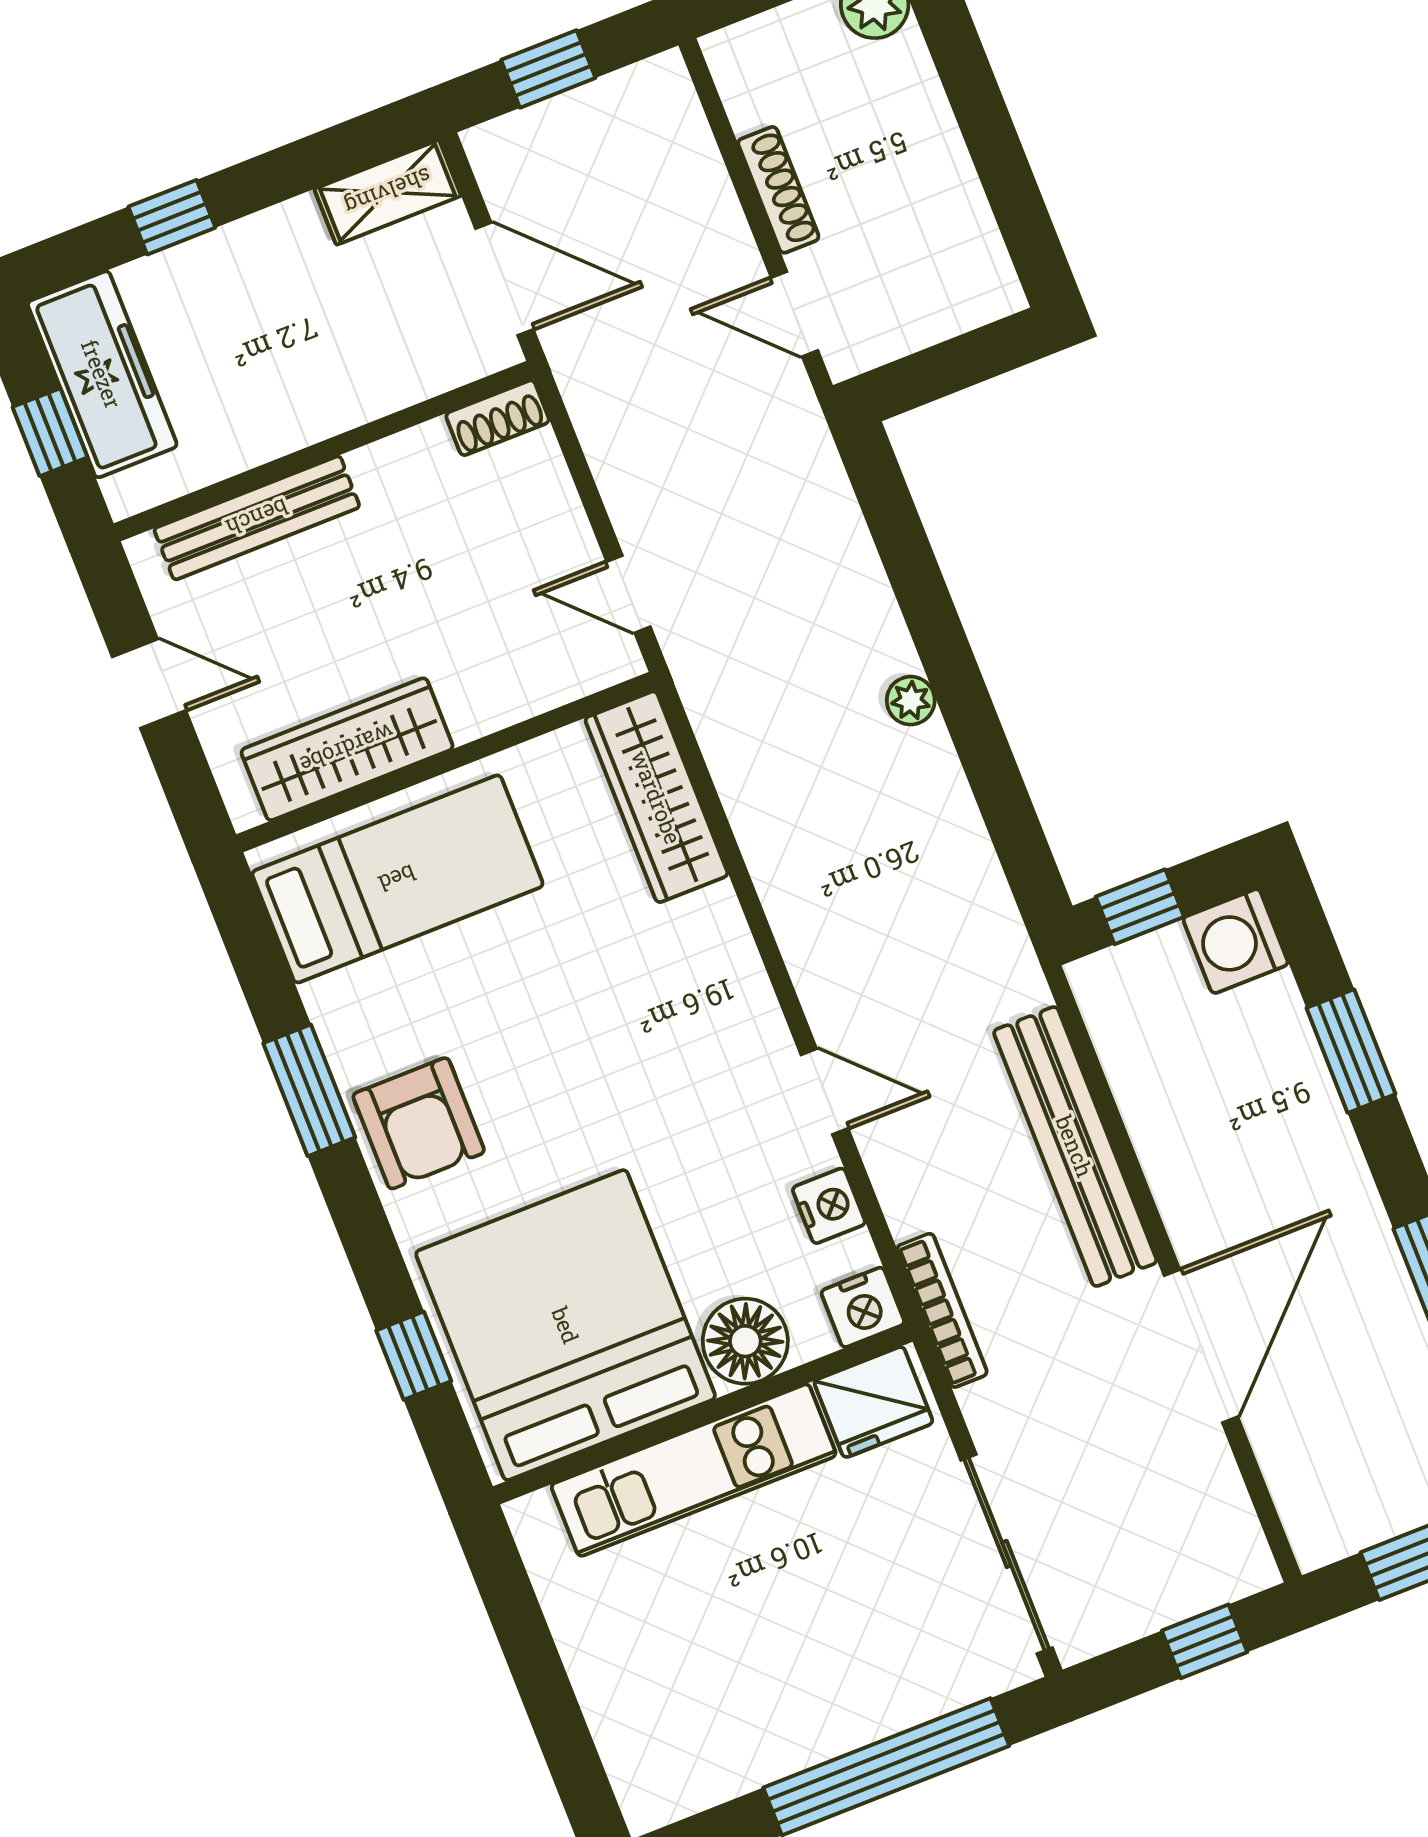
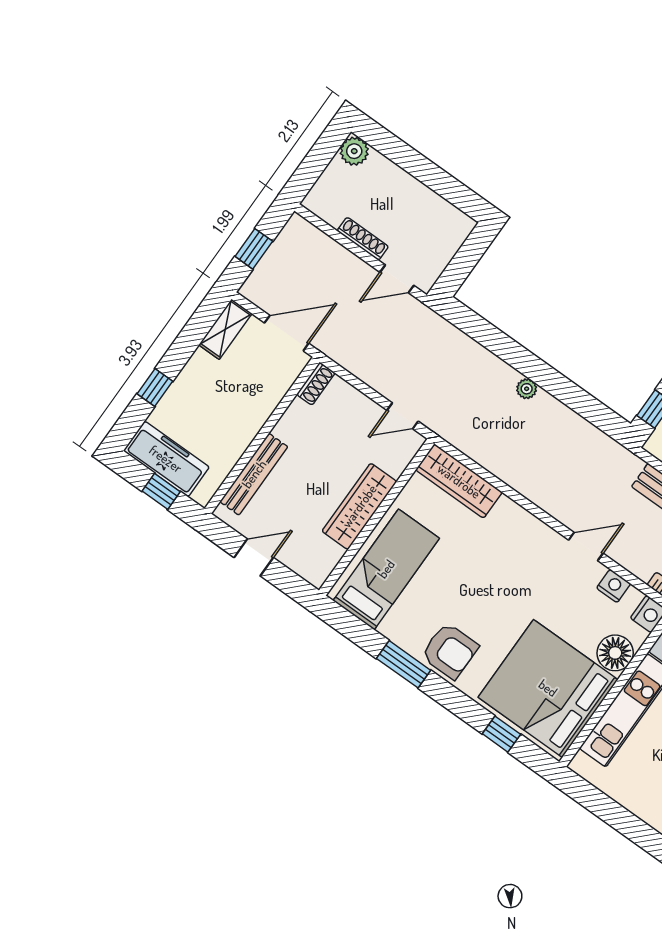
wardrobe: (347, 749) -> (359, 506), moved

